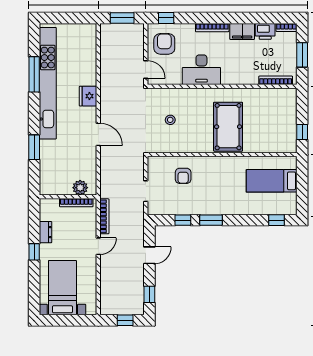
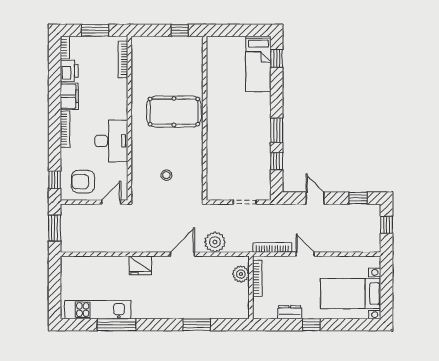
kitchen unit: (48, 83) -> (98, 310), width x0.54
plant: (109, 164) -> (215, 242), added
armchair: (183, 176) -> (228, 161), removed
bed: (272, 181) -> (258, 64), moved

